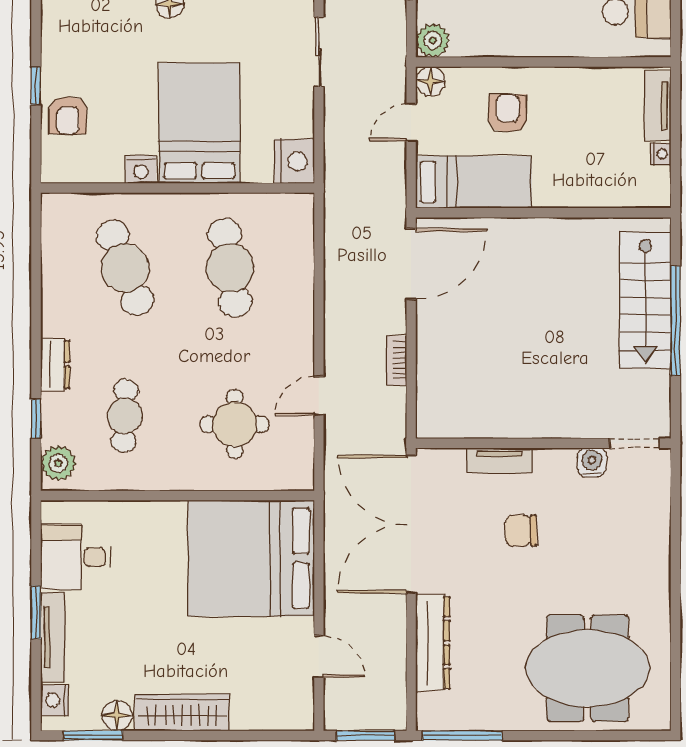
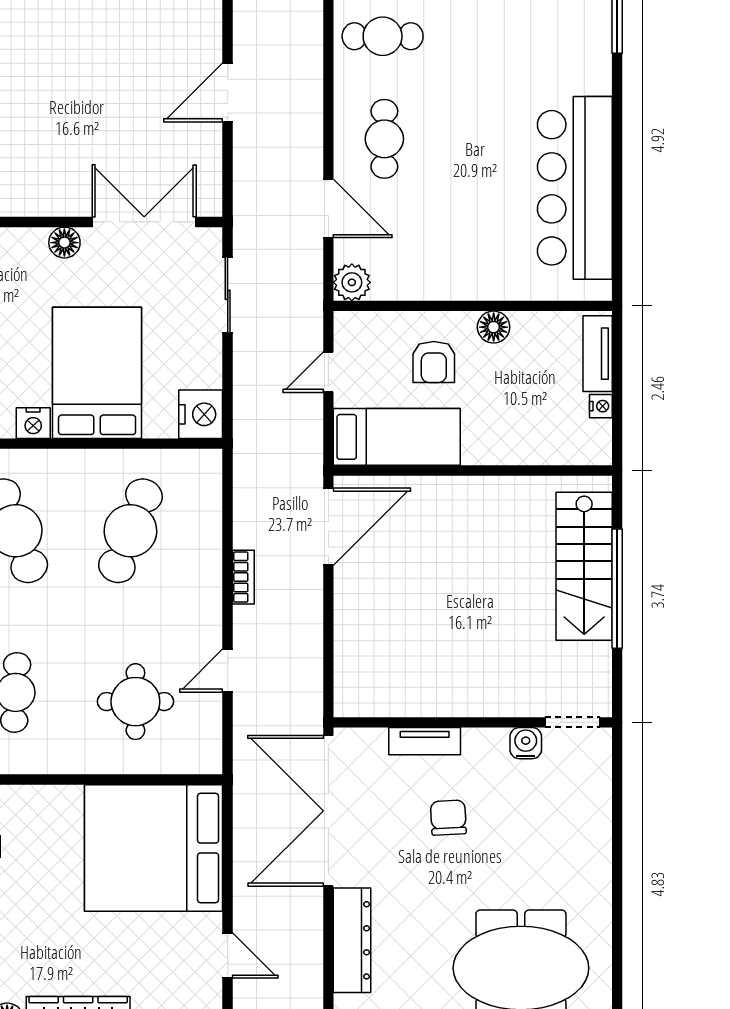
floor lamp: (430, 81) -> (494, 327), moved
armchair: (508, 113) -> (434, 362), turned 180
cafe table: (230, 268) -> (130, 531), turned 30
bookcase: (397, 360) -> (243, 577), moved, turned 180
chair: (521, 530) -> (448, 818), turned 87

